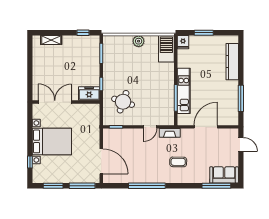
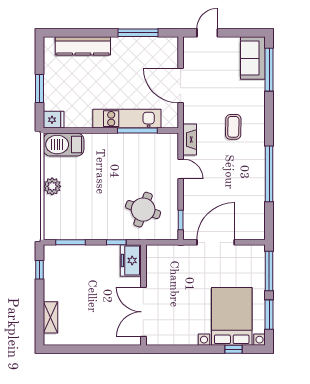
bed with nightstands: (52, 141) -> (232, 316), moved
door: (101, 161) -> (216, 242), moved

